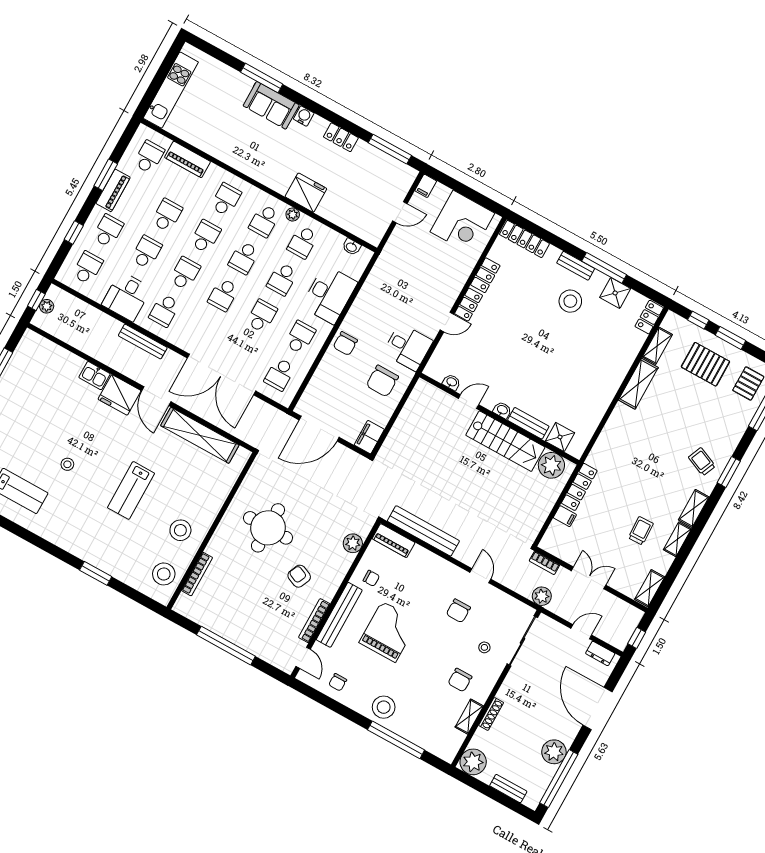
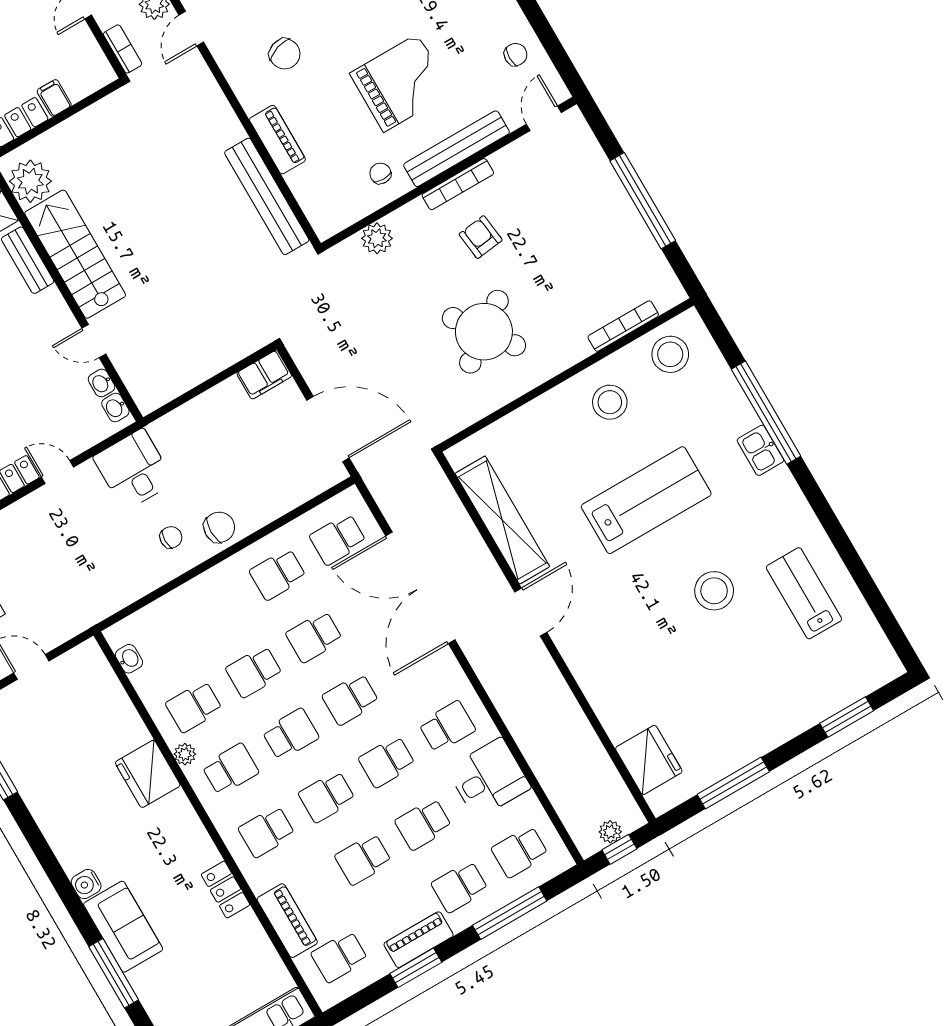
locker: (341, 137) -> (225, 890), moved, turned 180
window: (74, 233) -> (510, 913), width x2.17
school desk: (303, 242) -> (194, 707), turned 180
school desk: (282, 279) -> (254, 672), turned 180
desk: (329, 294) -> (201, 610), removed
school desk: (223, 295) -> (351, 699), turned 180
bench: (143, 342) -> (504, 701), removed
double door: (221, 374) -> (420, 588), swing flipped
school desk: (280, 374) -> (338, 539), turned 180
kitchen sink: (95, 376) -> (760, 450), moved, turned 180
chair: (382, 381) -> (171, 537), moved, width x0.54, depth x0.54
fridge: (119, 395) -> (649, 760), moved
washbasin: (502, 410) -> (115, 407), moved
stool: (67, 464) -> (714, 591), width x1.89, depth x1.89
lab bench: (131, 490) -> (646, 500), width x1.36, depth x1.39
round table: (268, 528) -> (484, 332), turned -36
piano: (394, 541) -> (277, 140), moved
window: (96, 573) -> (766, 413), width x2.11
armchair: (299, 576) -> (481, 237), turned 149
door: (480, 576) -> (191, 29), moved
chair: (458, 611) -> (285, 54), turned 72
bookcase: (314, 621) -> (458, 184), moved
grand piano: (389, 632) -> (401, 83), turned 180

